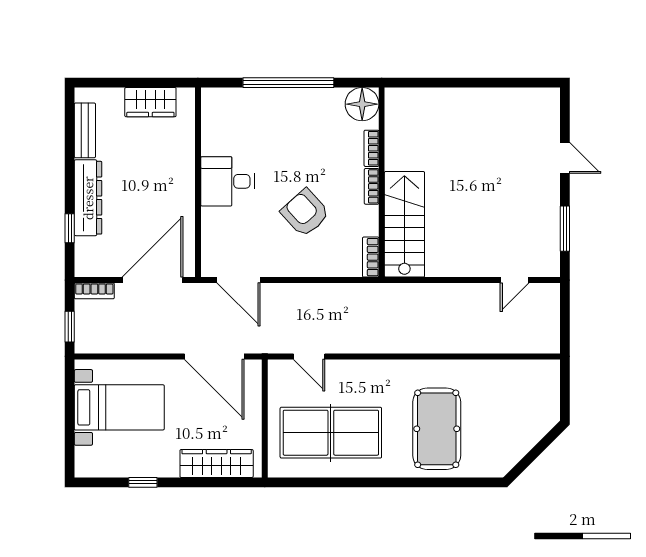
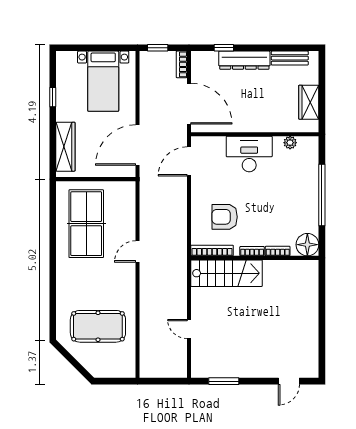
plant: (210, 130) -> (290, 143), added
door: (565, 158) -> (289, 381), moved
desk: (227, 181) -> (249, 154), width x1.37
armchair: (305, 213) -> (225, 217), moved, turned -138
bookcase: (371, 257) -> (212, 250), width x1.56
door: (514, 280) -> (189, 329), moved
door: (309, 356) -> (138, 252), moved
pool table: (437, 429) -> (98, 326), moved

